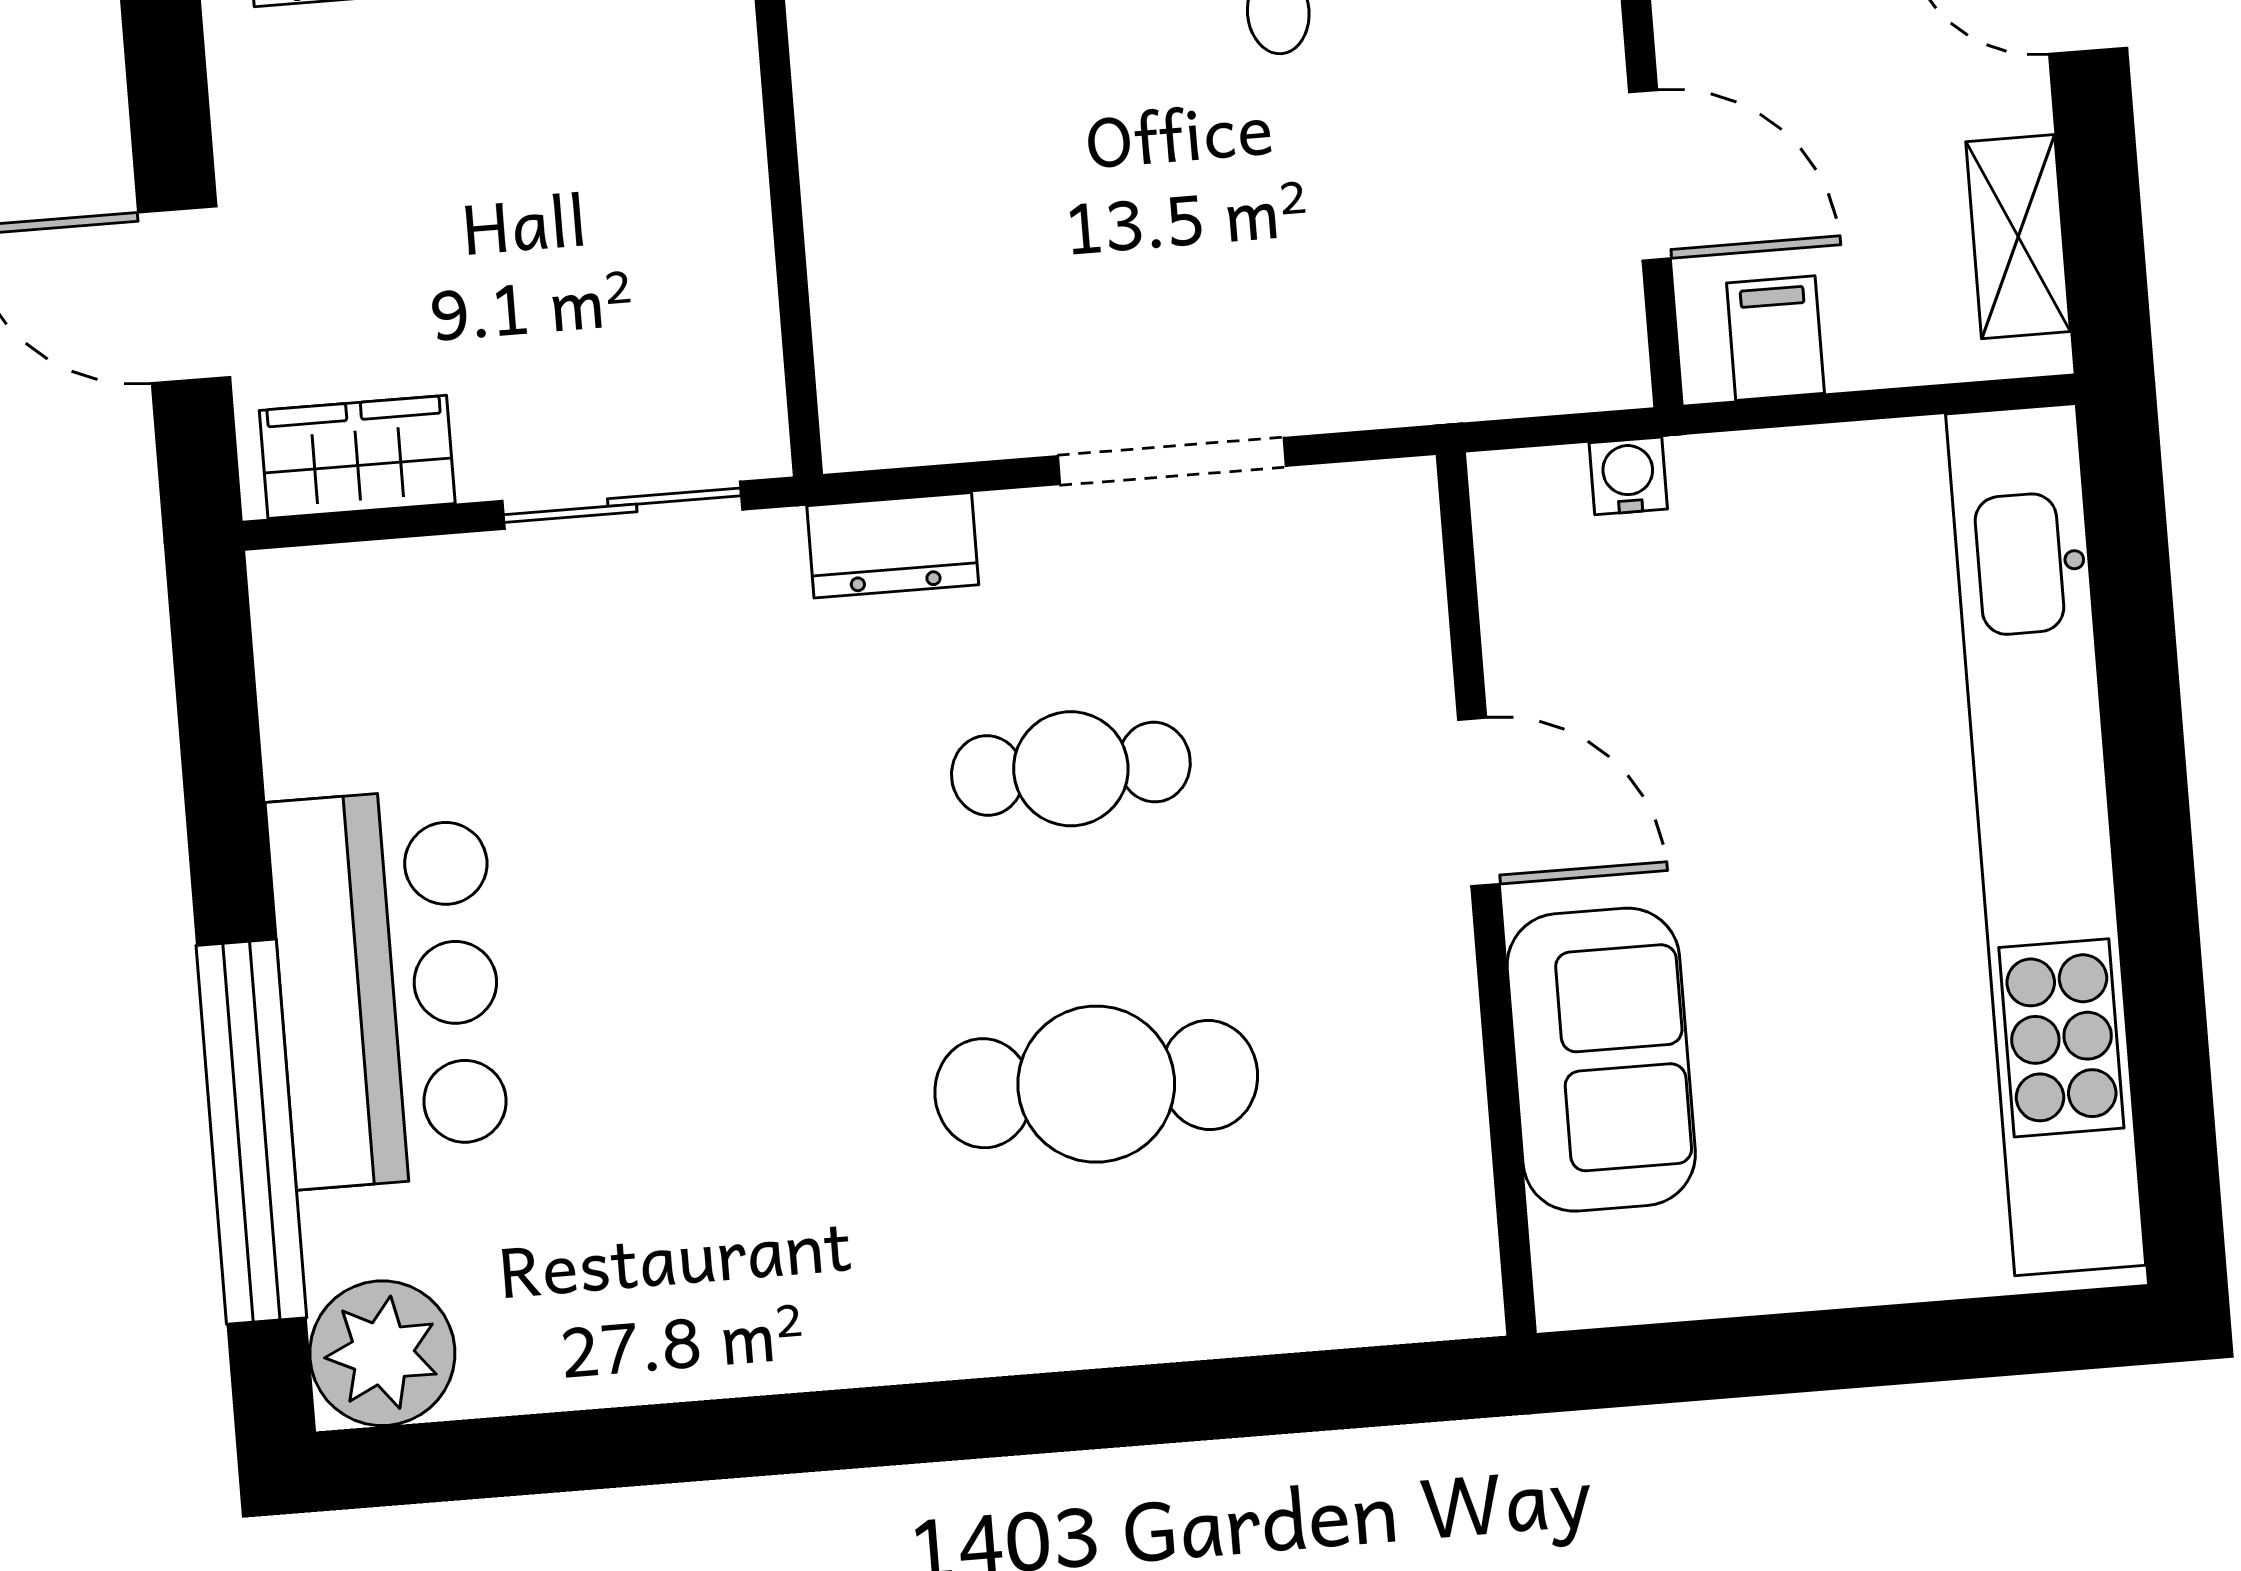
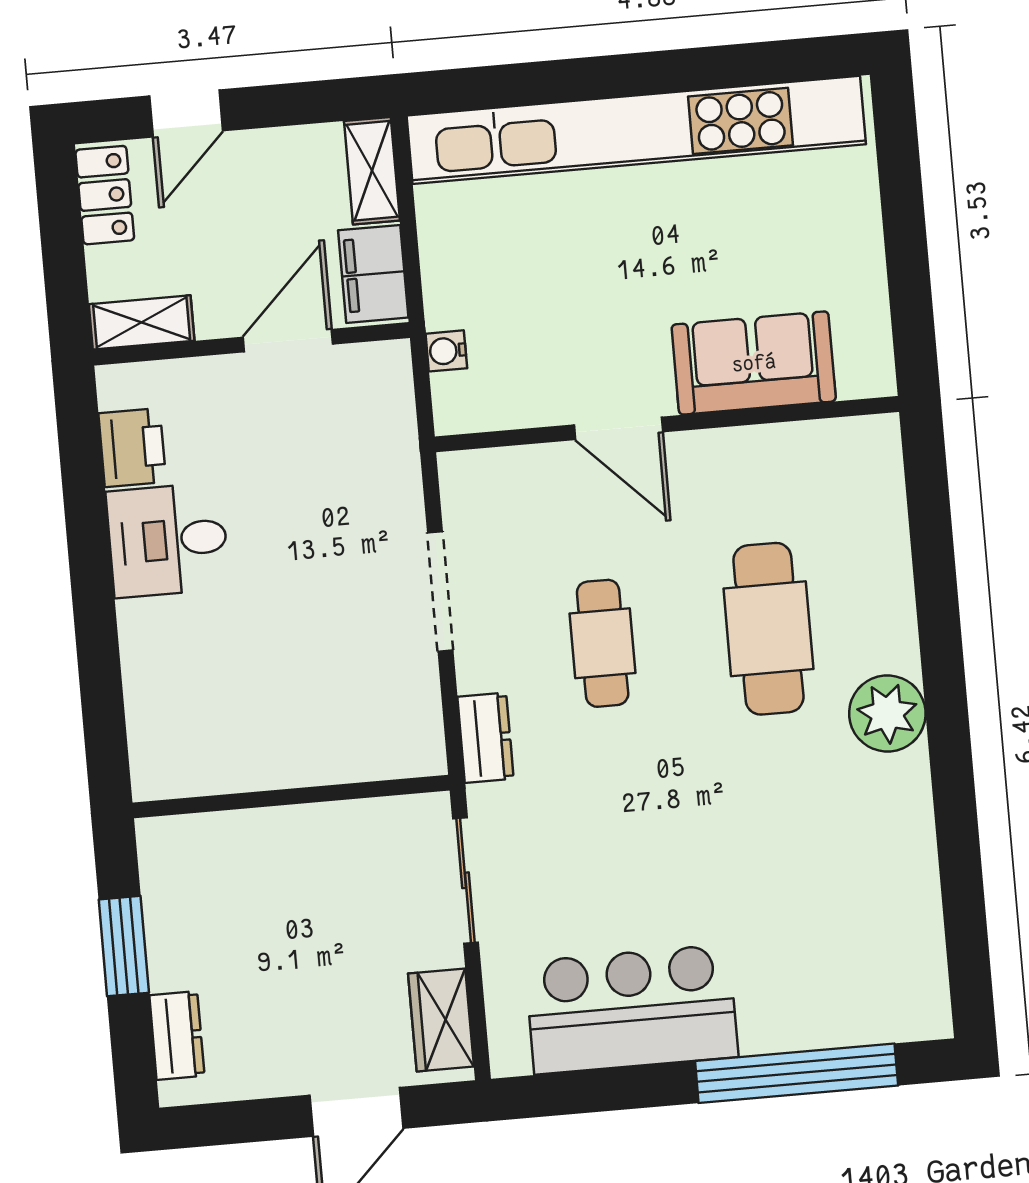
shelving: (2018, 237) -> (372, 171), moved, turned 90
filing cabinet: (1775, 338) -> (373, 274), width x2.00
door: (1479, 802) -> (618, 428), swing flipped
bar counter: (389, 988) -> (632, 1009), moved
plant: (382, 1353) -> (887, 713), moved

